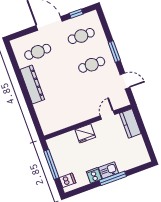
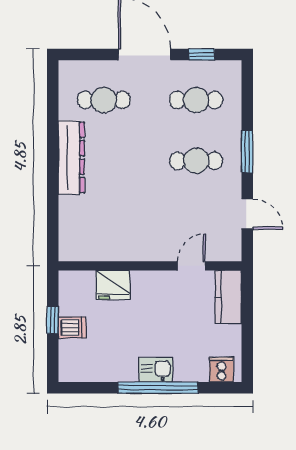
fridge: (85, 133) -> (113, 285), moved
window: (51, 164) -> (53, 320), width x0.46
cooker: (94, 175) -> (221, 370), moved
window: (113, 178) -> (158, 388), width x1.46
dishwasher: (67, 180) -> (72, 328), moved

